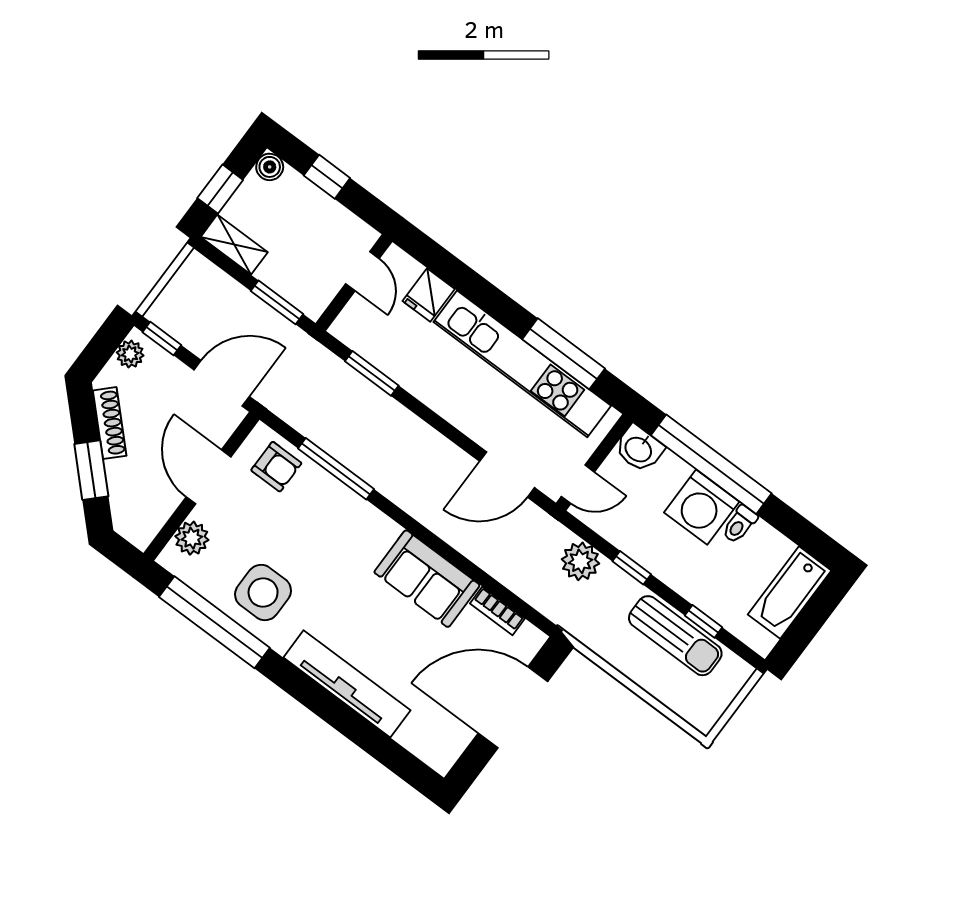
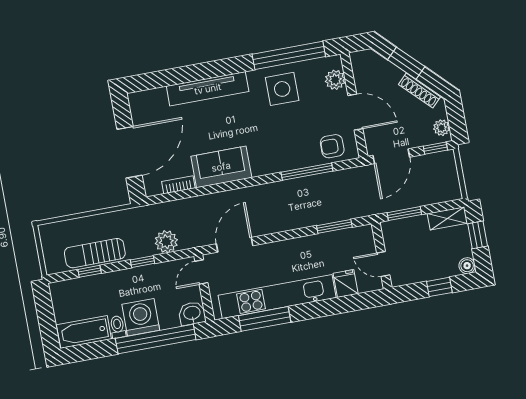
bathtub: (790, 593) -> (84, 332), moved, turned -90

